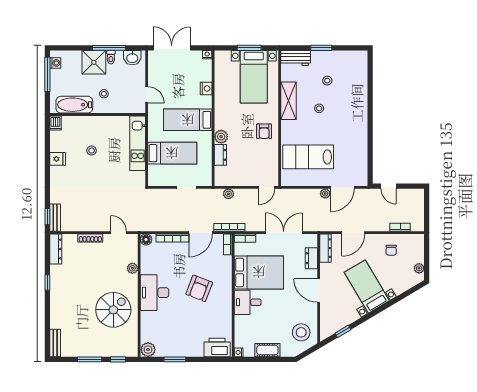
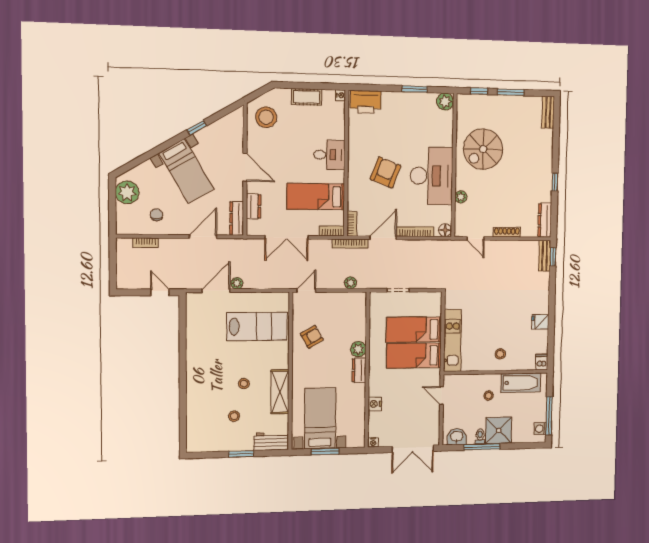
bed: (188, 120) -> (414, 356), moved, turned 180
armchair: (264, 131) -> (312, 337), moved, turned 60
stool: (92, 151) -> (500, 354), moved
dresser: (220, 155) -> (359, 370), moved
plant: (419, 268) -> (127, 192), width x1.88, depth x1.88
bed: (259, 272) -> (316, 197), width x0.67
desk: (155, 293) -> (432, 176), width x1.36, depth x1.30
window: (343, 331) -> (197, 128), moved

